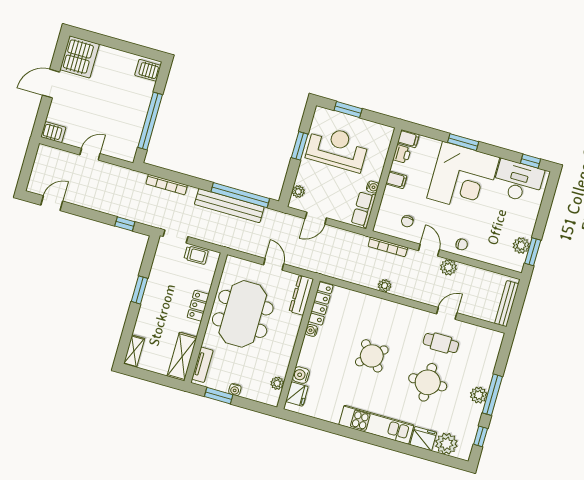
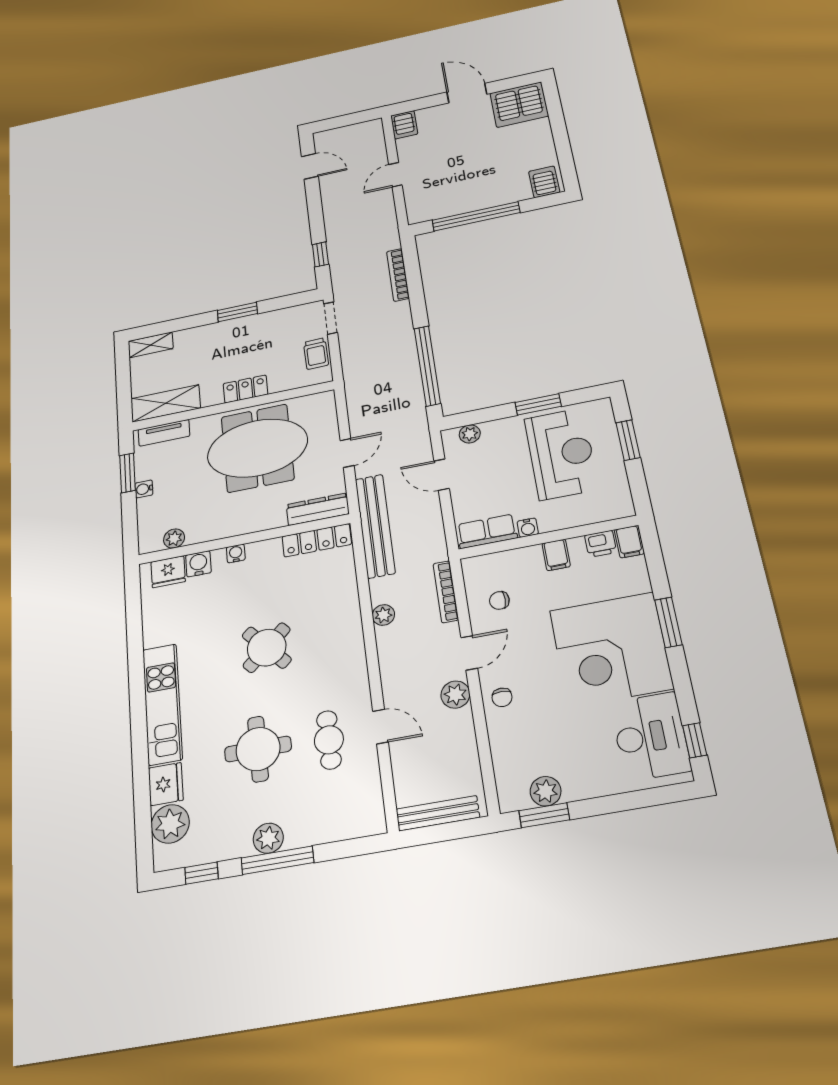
door: (90, 154) -> (395, 175), swing flipped
bench: (229, 206) -> (375, 526), moved
water cooler: (311, 330) -> (236, 553), moved

